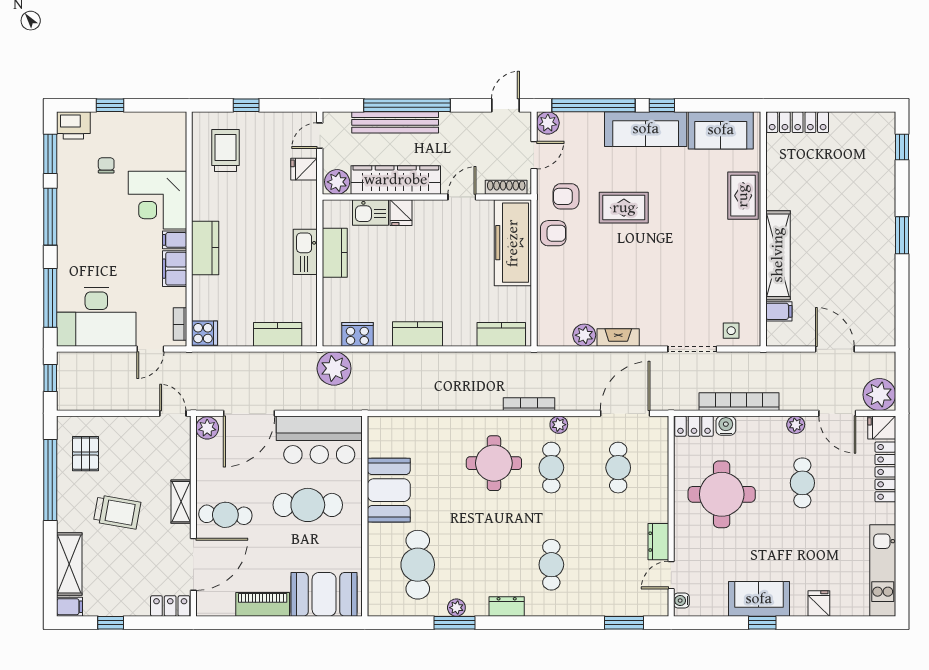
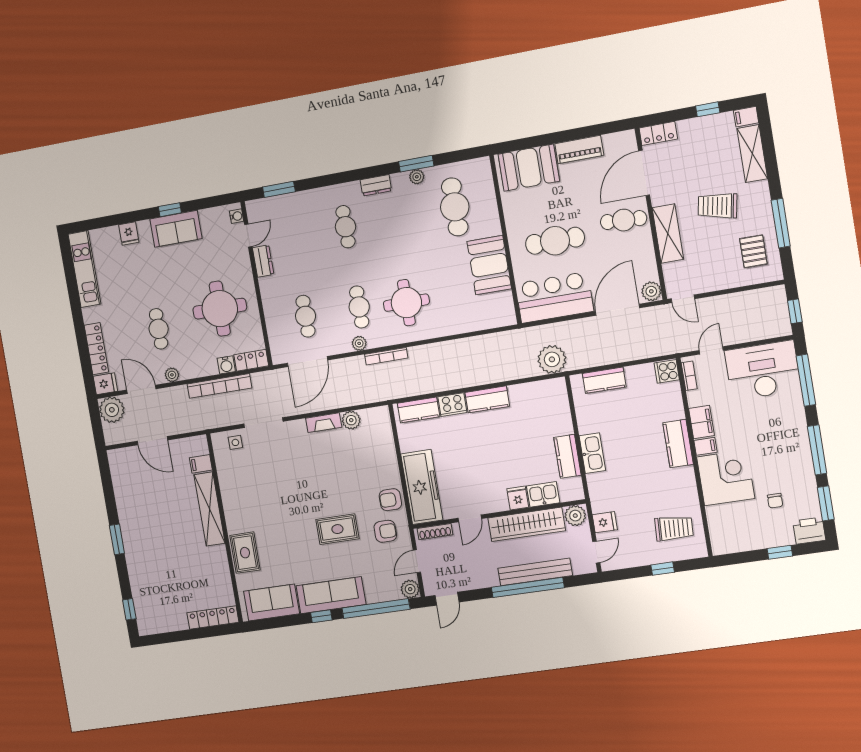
trolley: (226, 150) -> (674, 528), turned -87
cooker: (357, 334) -> (452, 405), moved
window: (50, 480) -> (781, 223), width x0.68
shelving: (181, 502) -> (668, 233), width x1.50, depth x1.33

